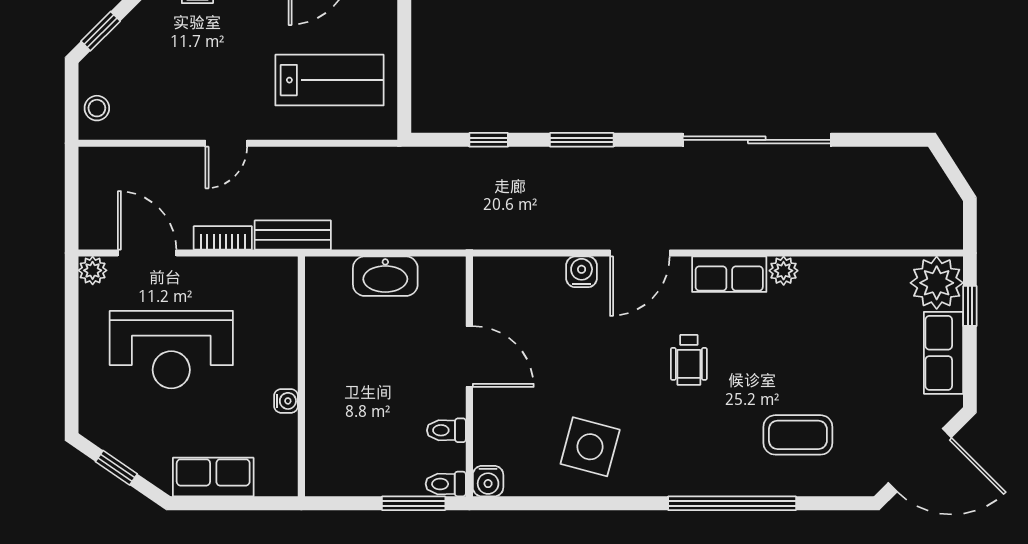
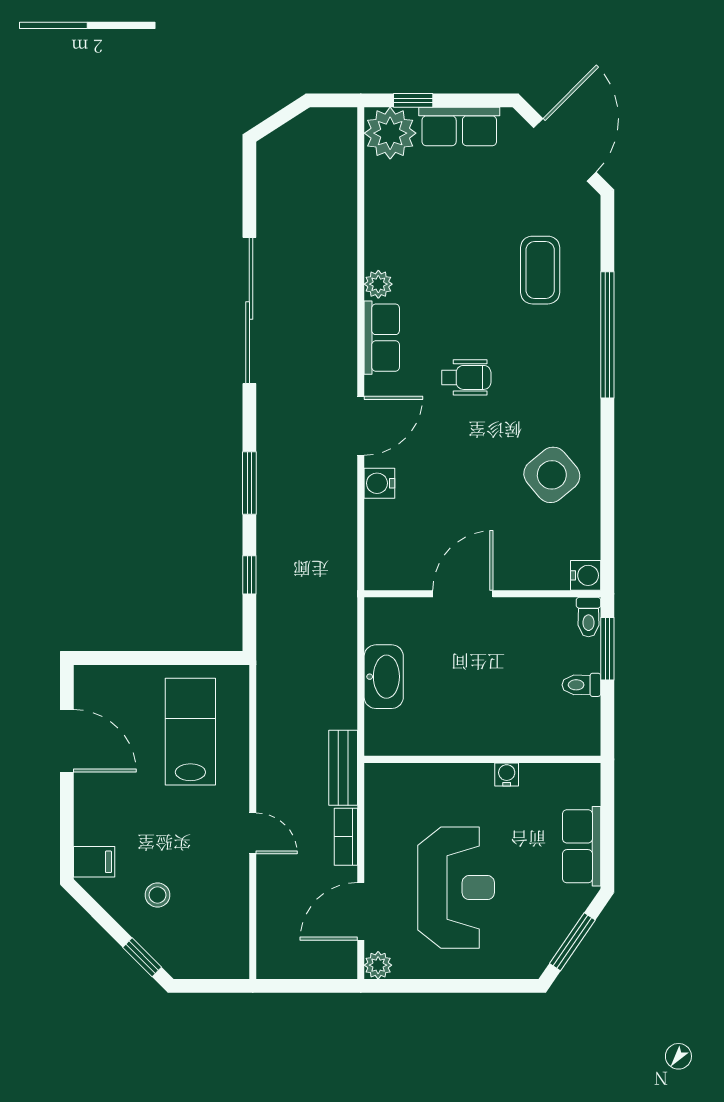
stool: (97, 108) -> (157, 895), moved
door: (640, 253) -> (361, 426), hinge flipped
toilet: (446, 430) -> (581, 685), moved, turned 90
side table: (590, 447) -> (552, 475), turned 35
window: (116, 468) -> (572, 942), width x1.50

